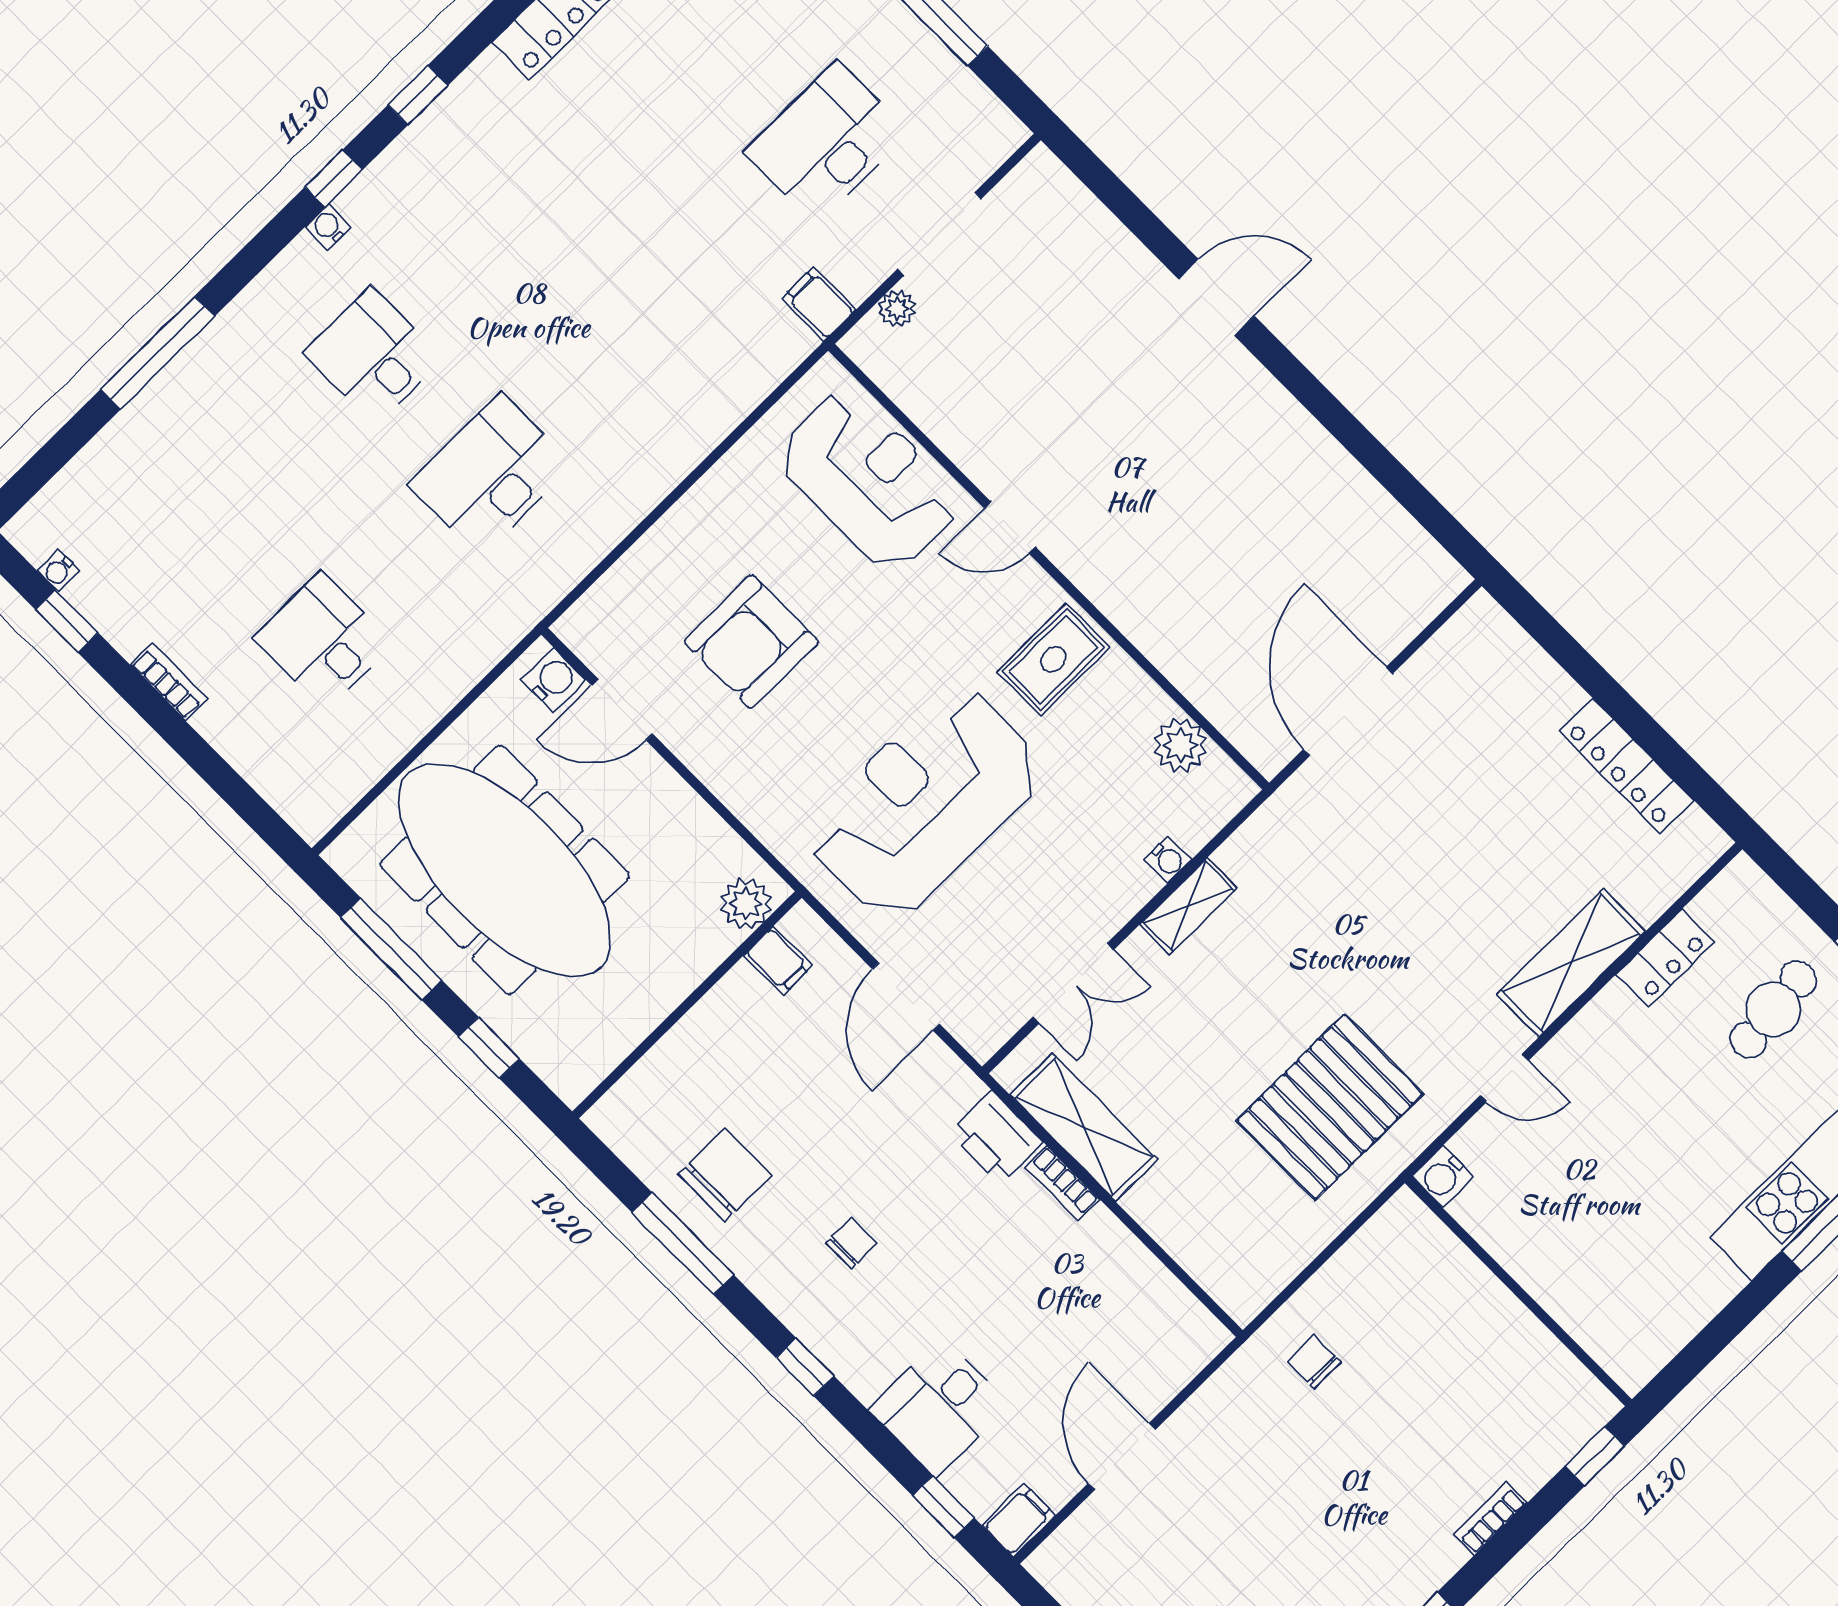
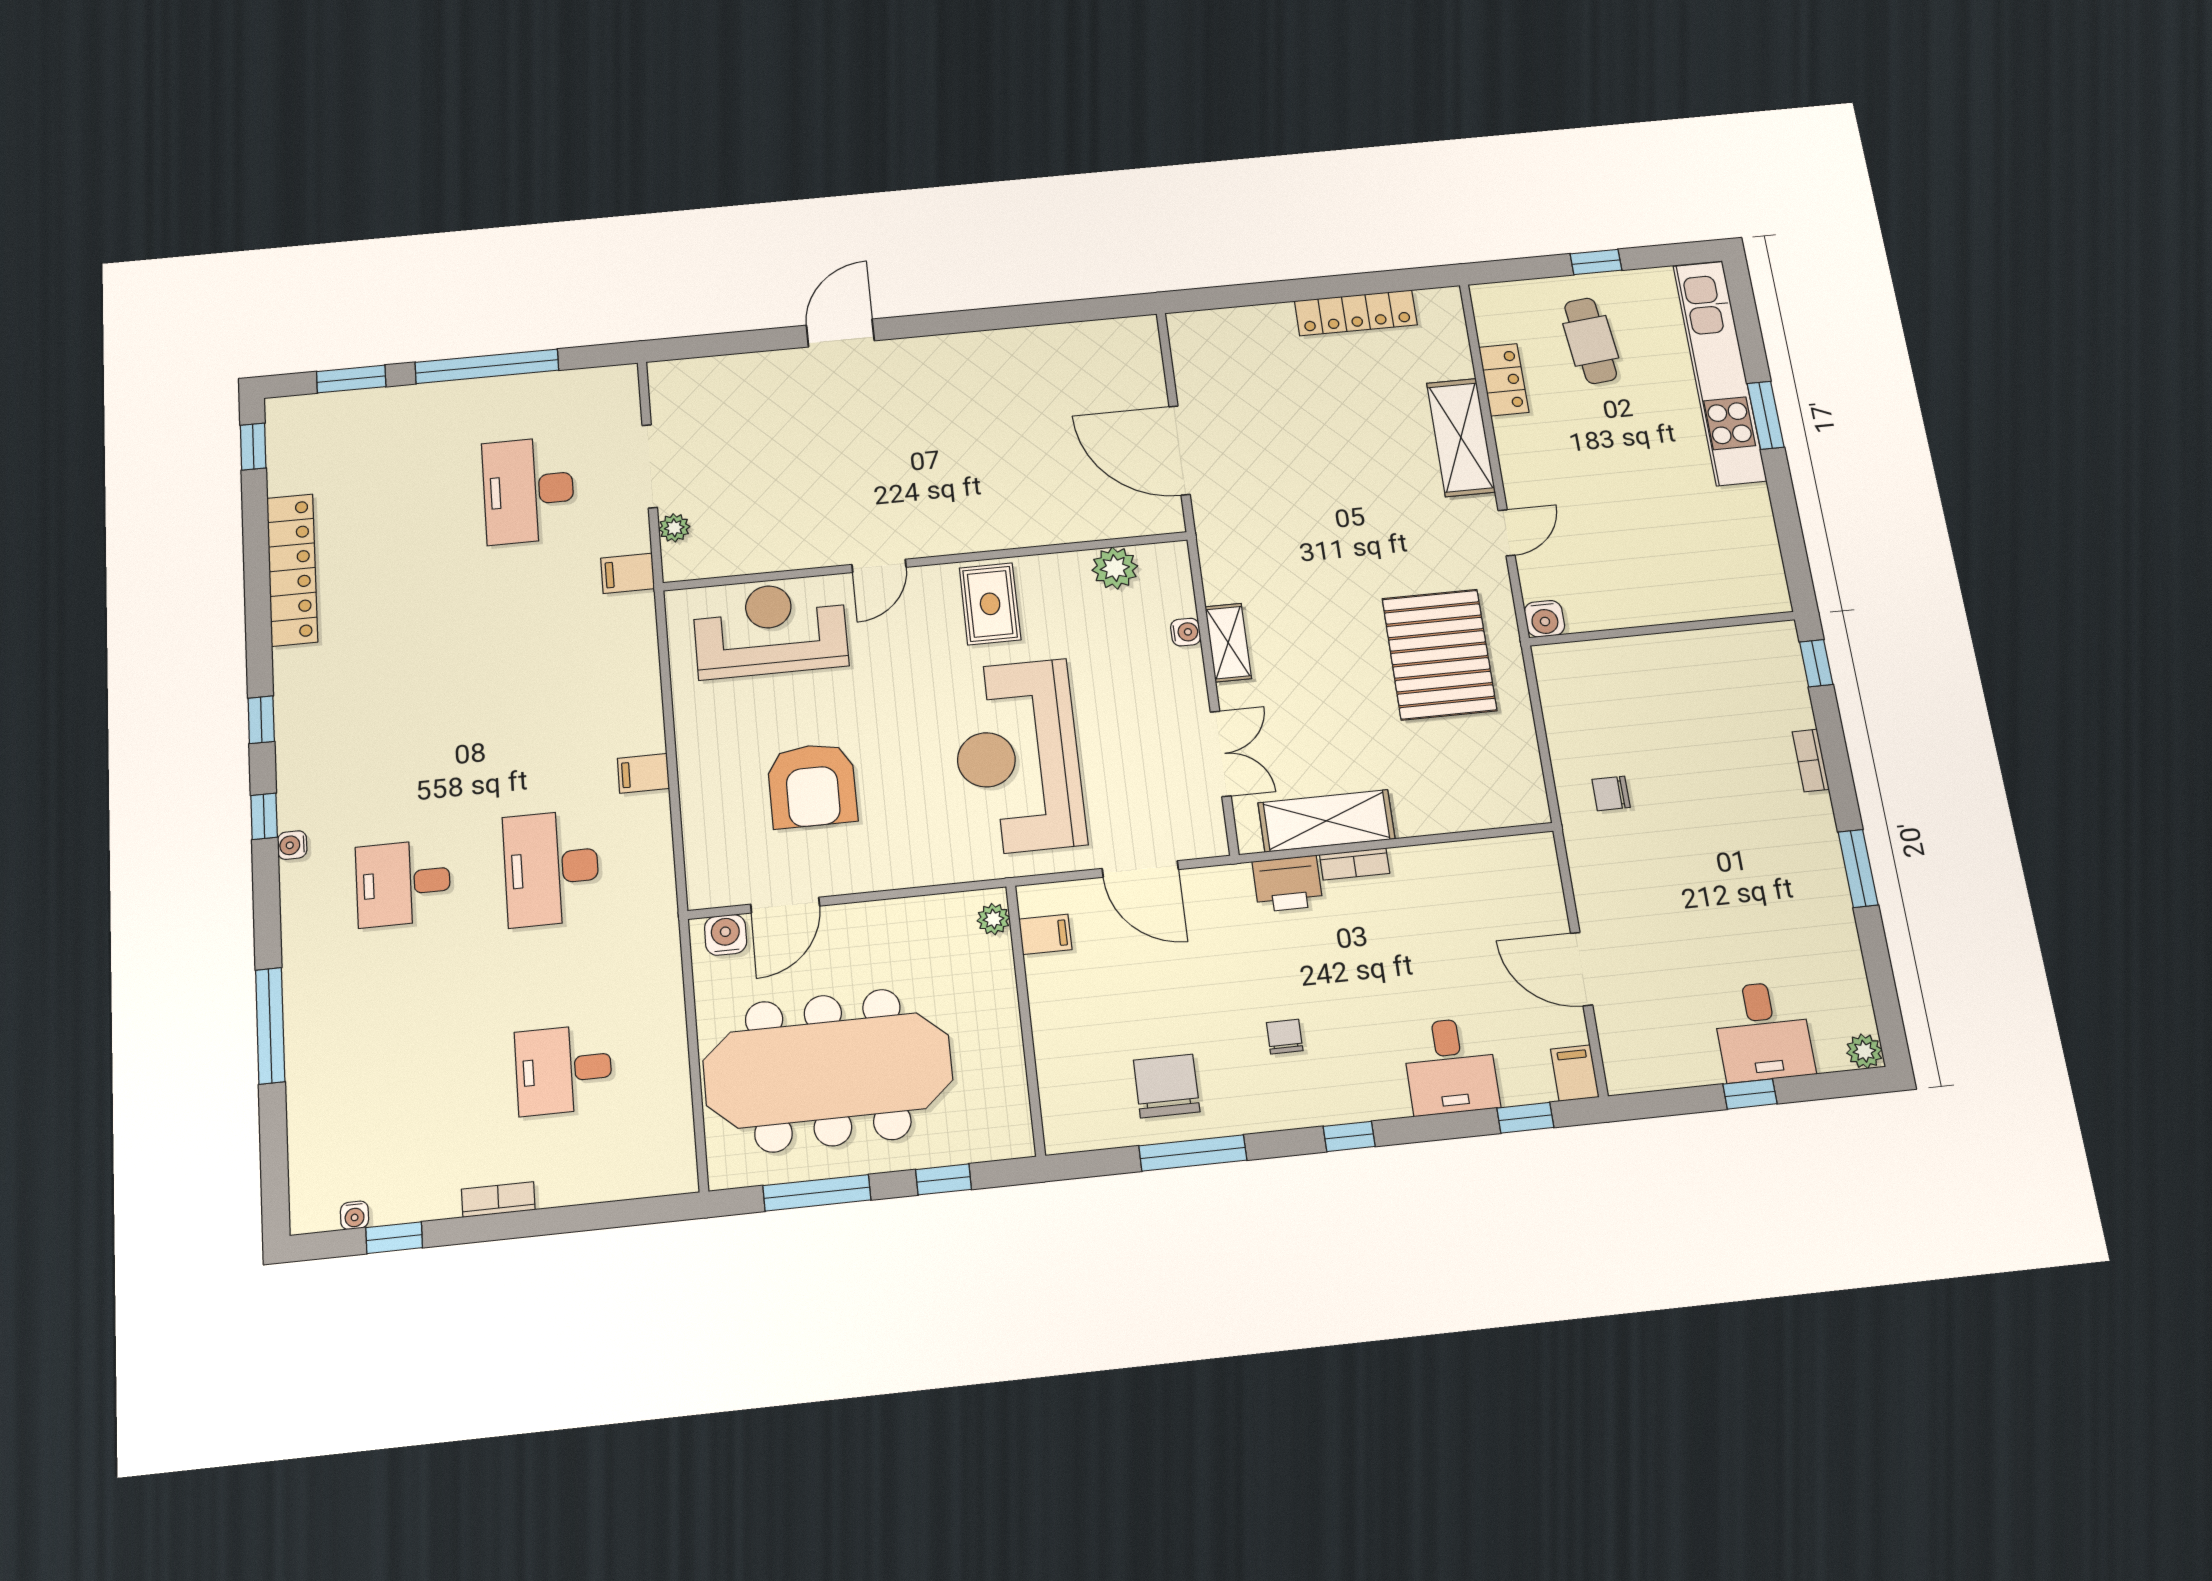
filing cabinet: (642, 481) -> (643, 773), added
plant: (746, 904) -> (993, 919), width x0.73, depth x0.73

